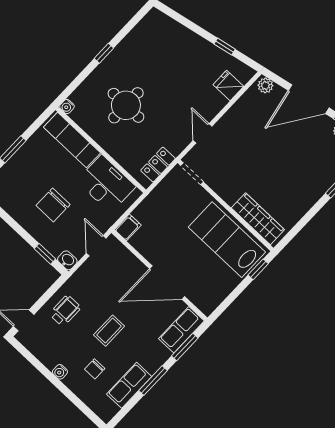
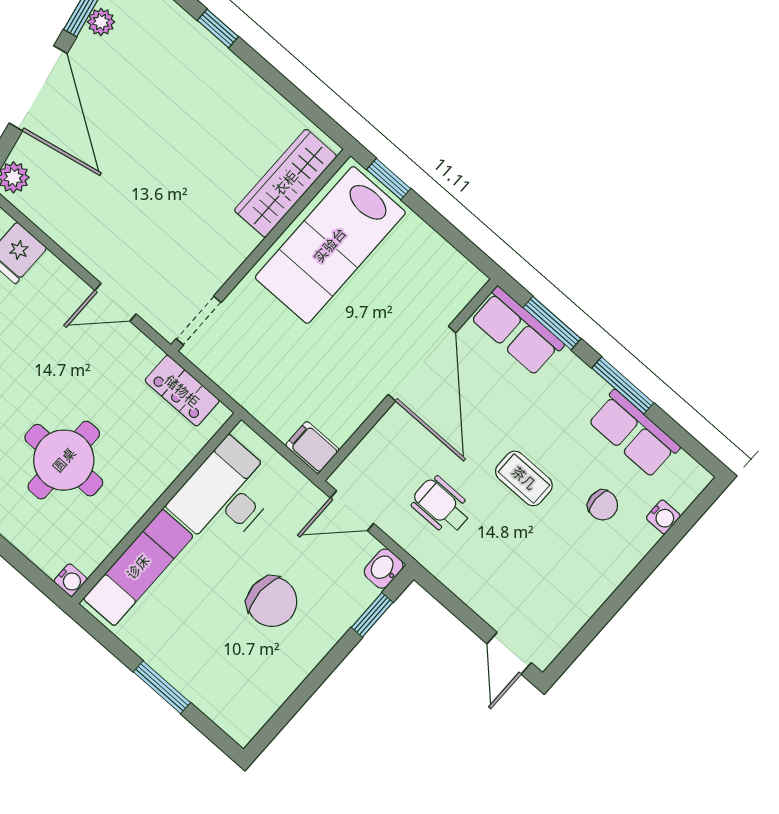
wheelchair: (65, 311) -> (441, 506), moved
water cooler: (60, 372) -> (663, 517), moved

